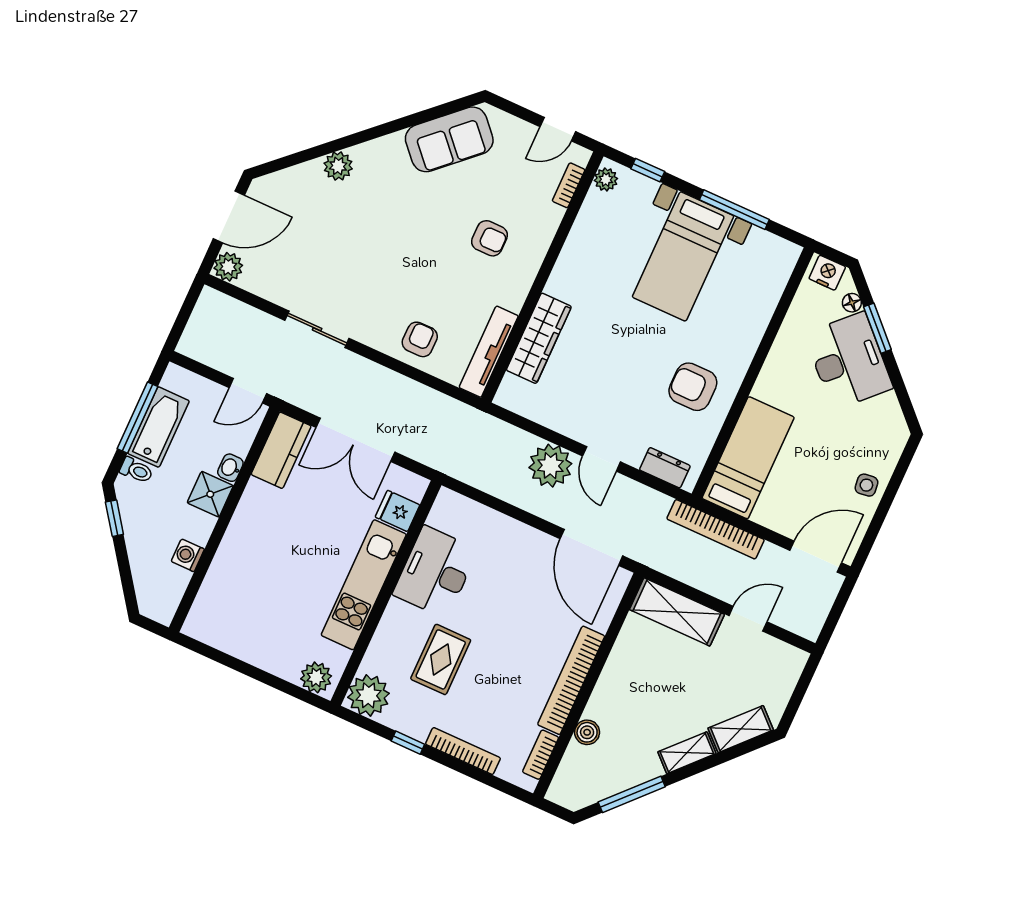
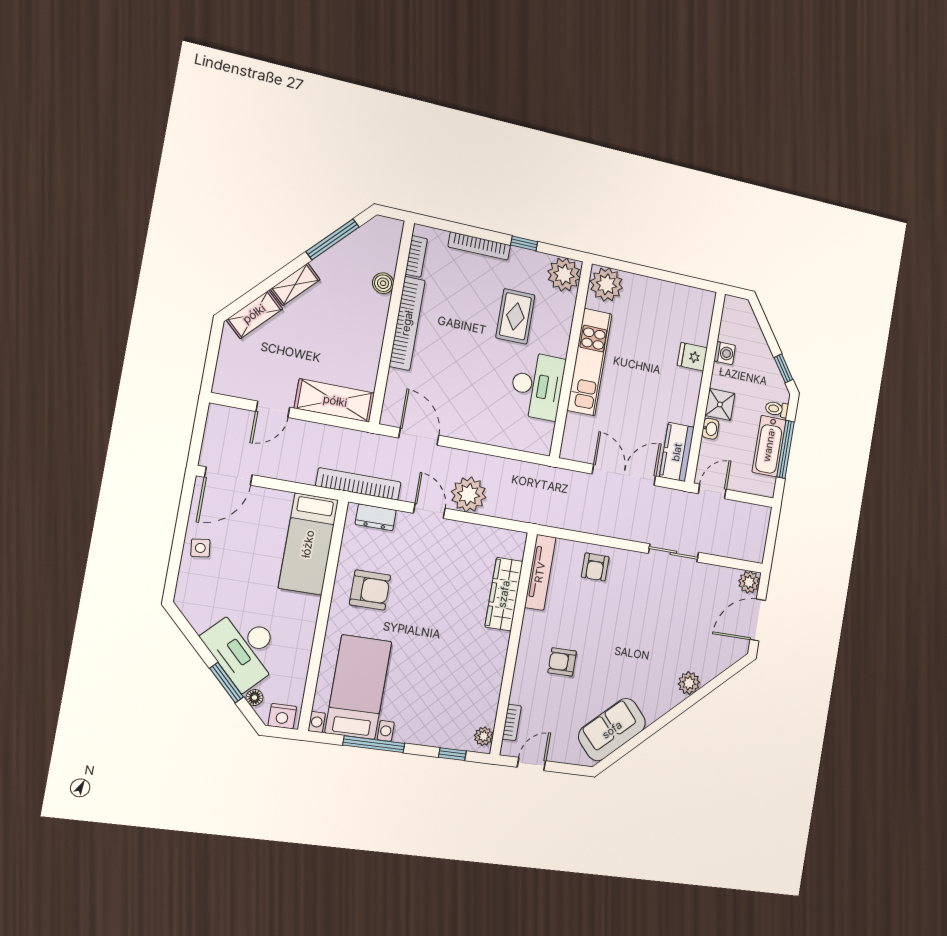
bed with nightstands: (683, 256) -> (358, 687), moved
fridge: (398, 511) -> (692, 357), moved, turned 180
bookcase: (716, 529) -> (358, 484), moved
door: (591, 547) -> (419, 437), width x0.73
plant: (316, 677) -> (606, 284), width x1.36, depth x1.36

